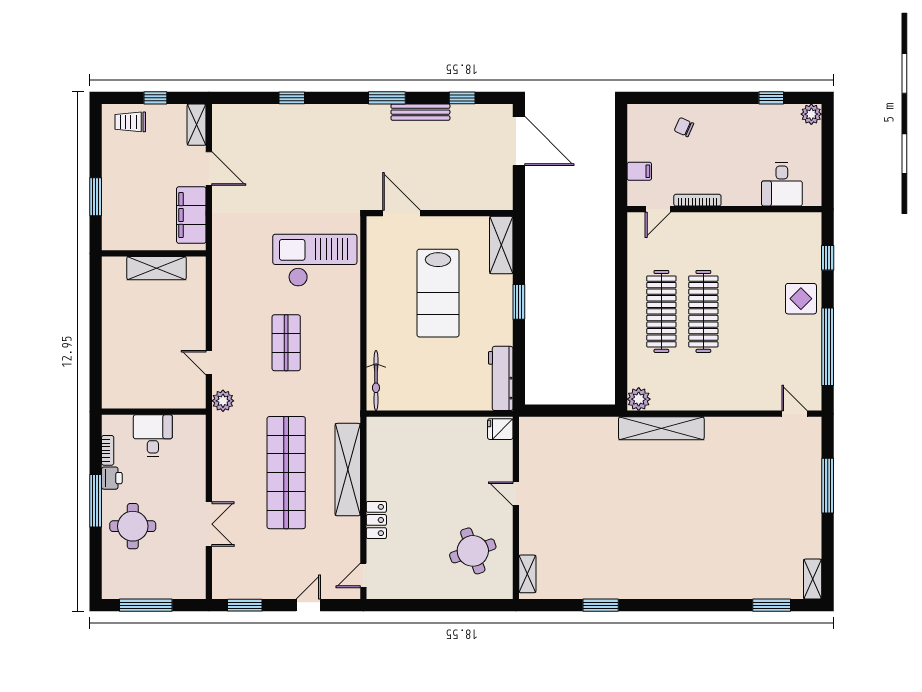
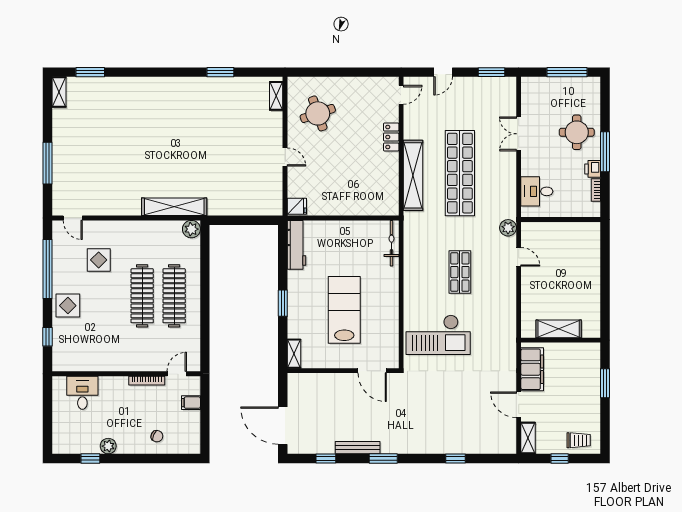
plant: (811, 114) -> (108, 446), moved
shelving: (501, 245) -> (294, 354), width x0.67, depth x0.75
display table: (761, 359) -> (99, 260), added
desk: (153, 436) -> (537, 191), moved, turned 90

